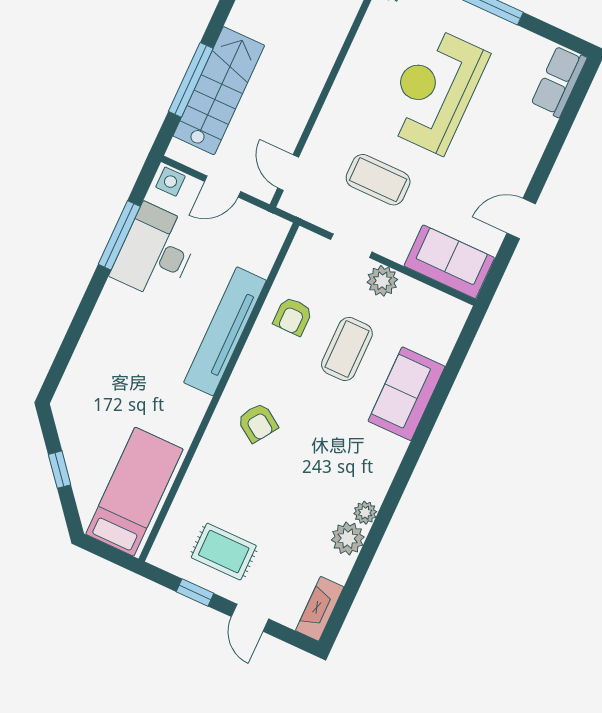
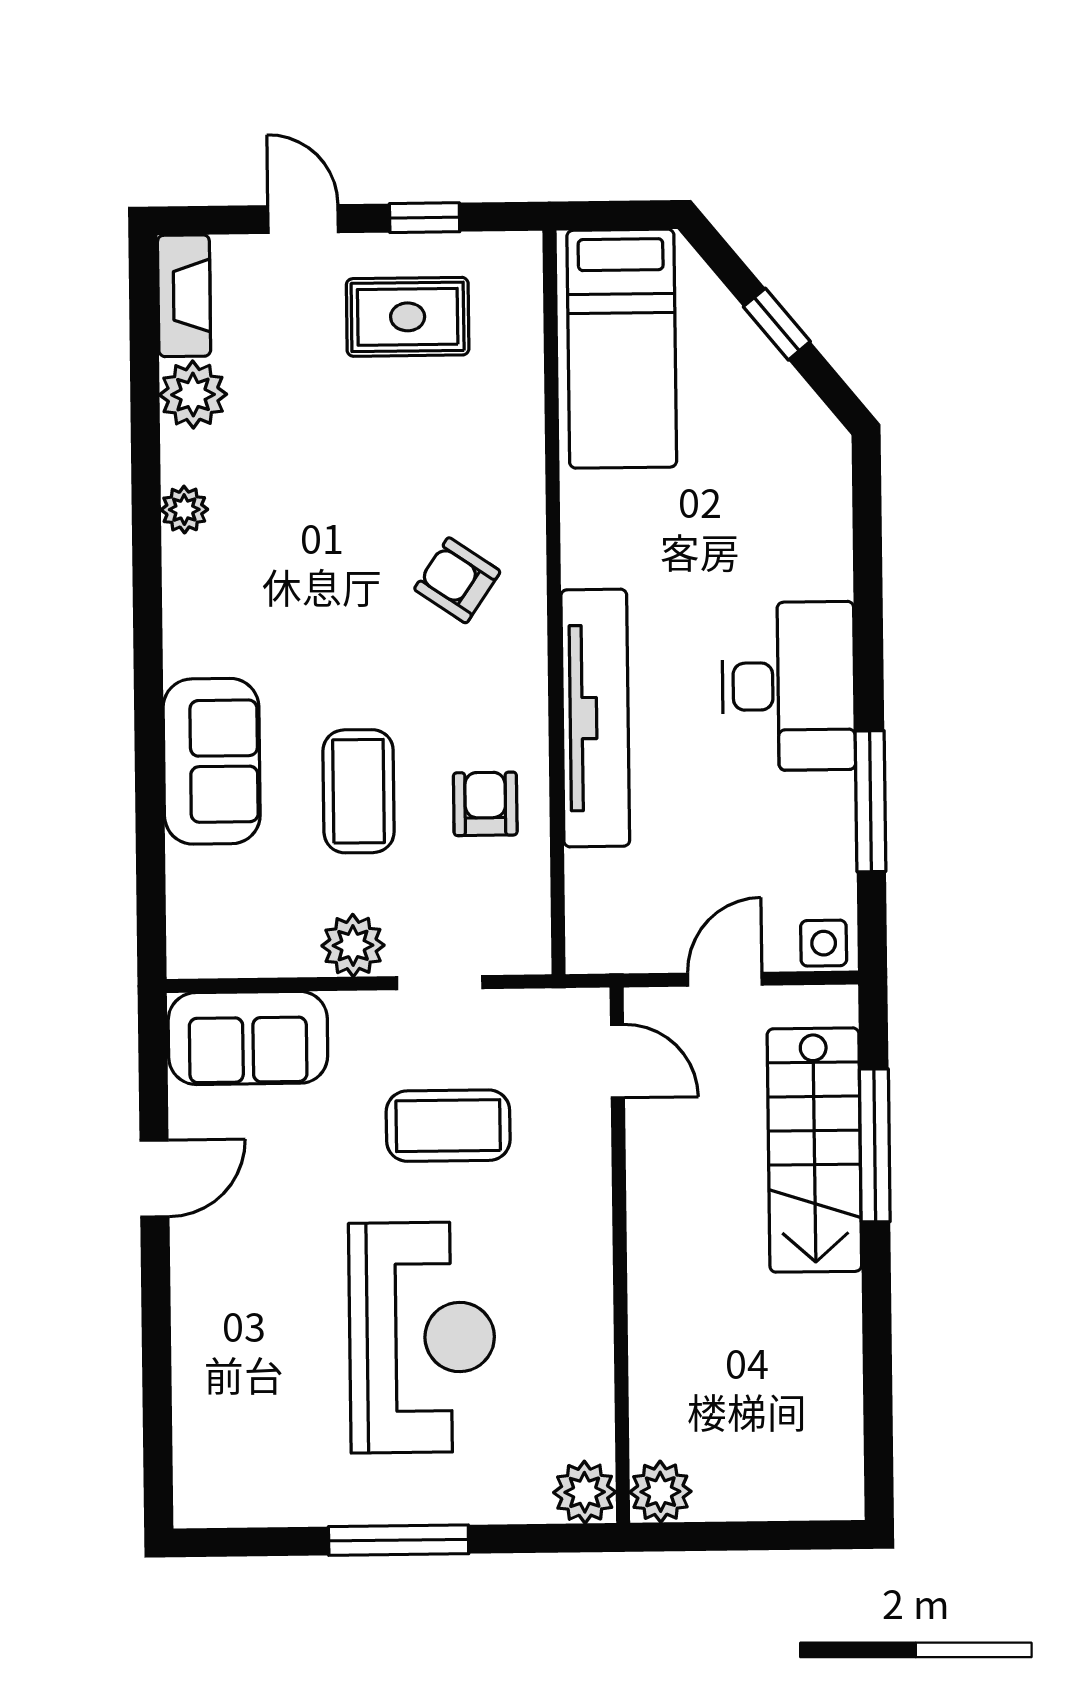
row of seats: (559, 81) -> (205, 1460), removed
desk: (156, 252) -> (789, 686), moved
plant: (348, 538) -> (193, 395), moved

